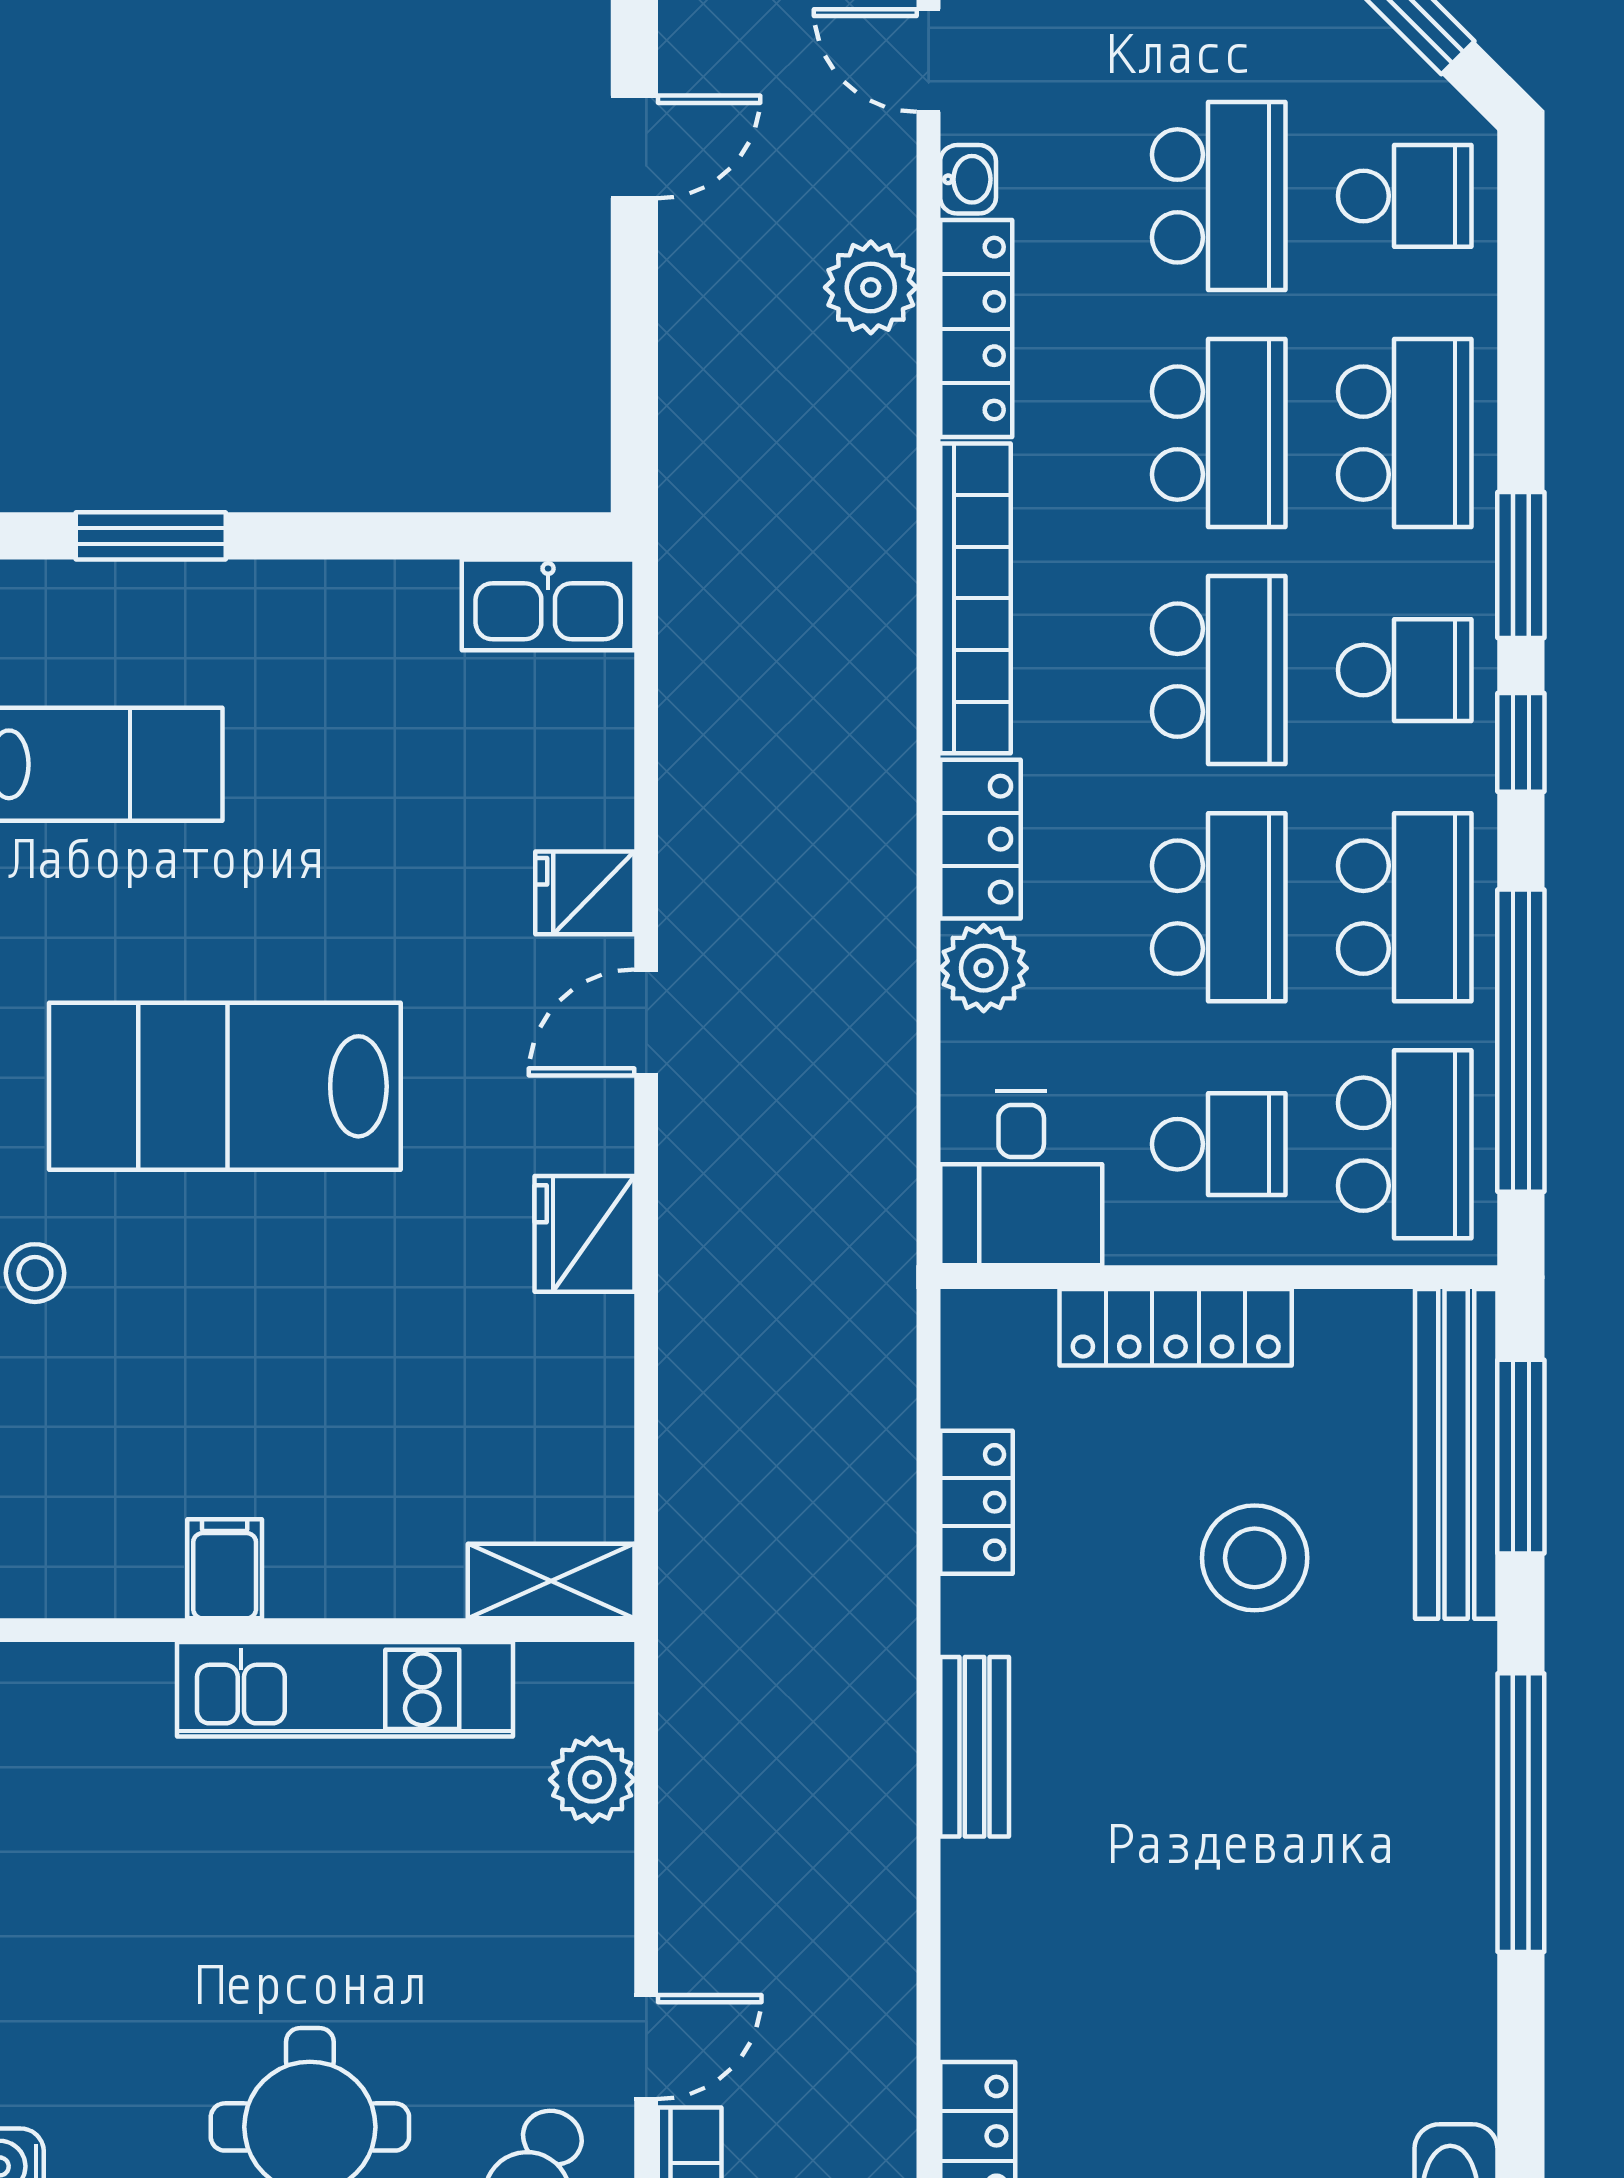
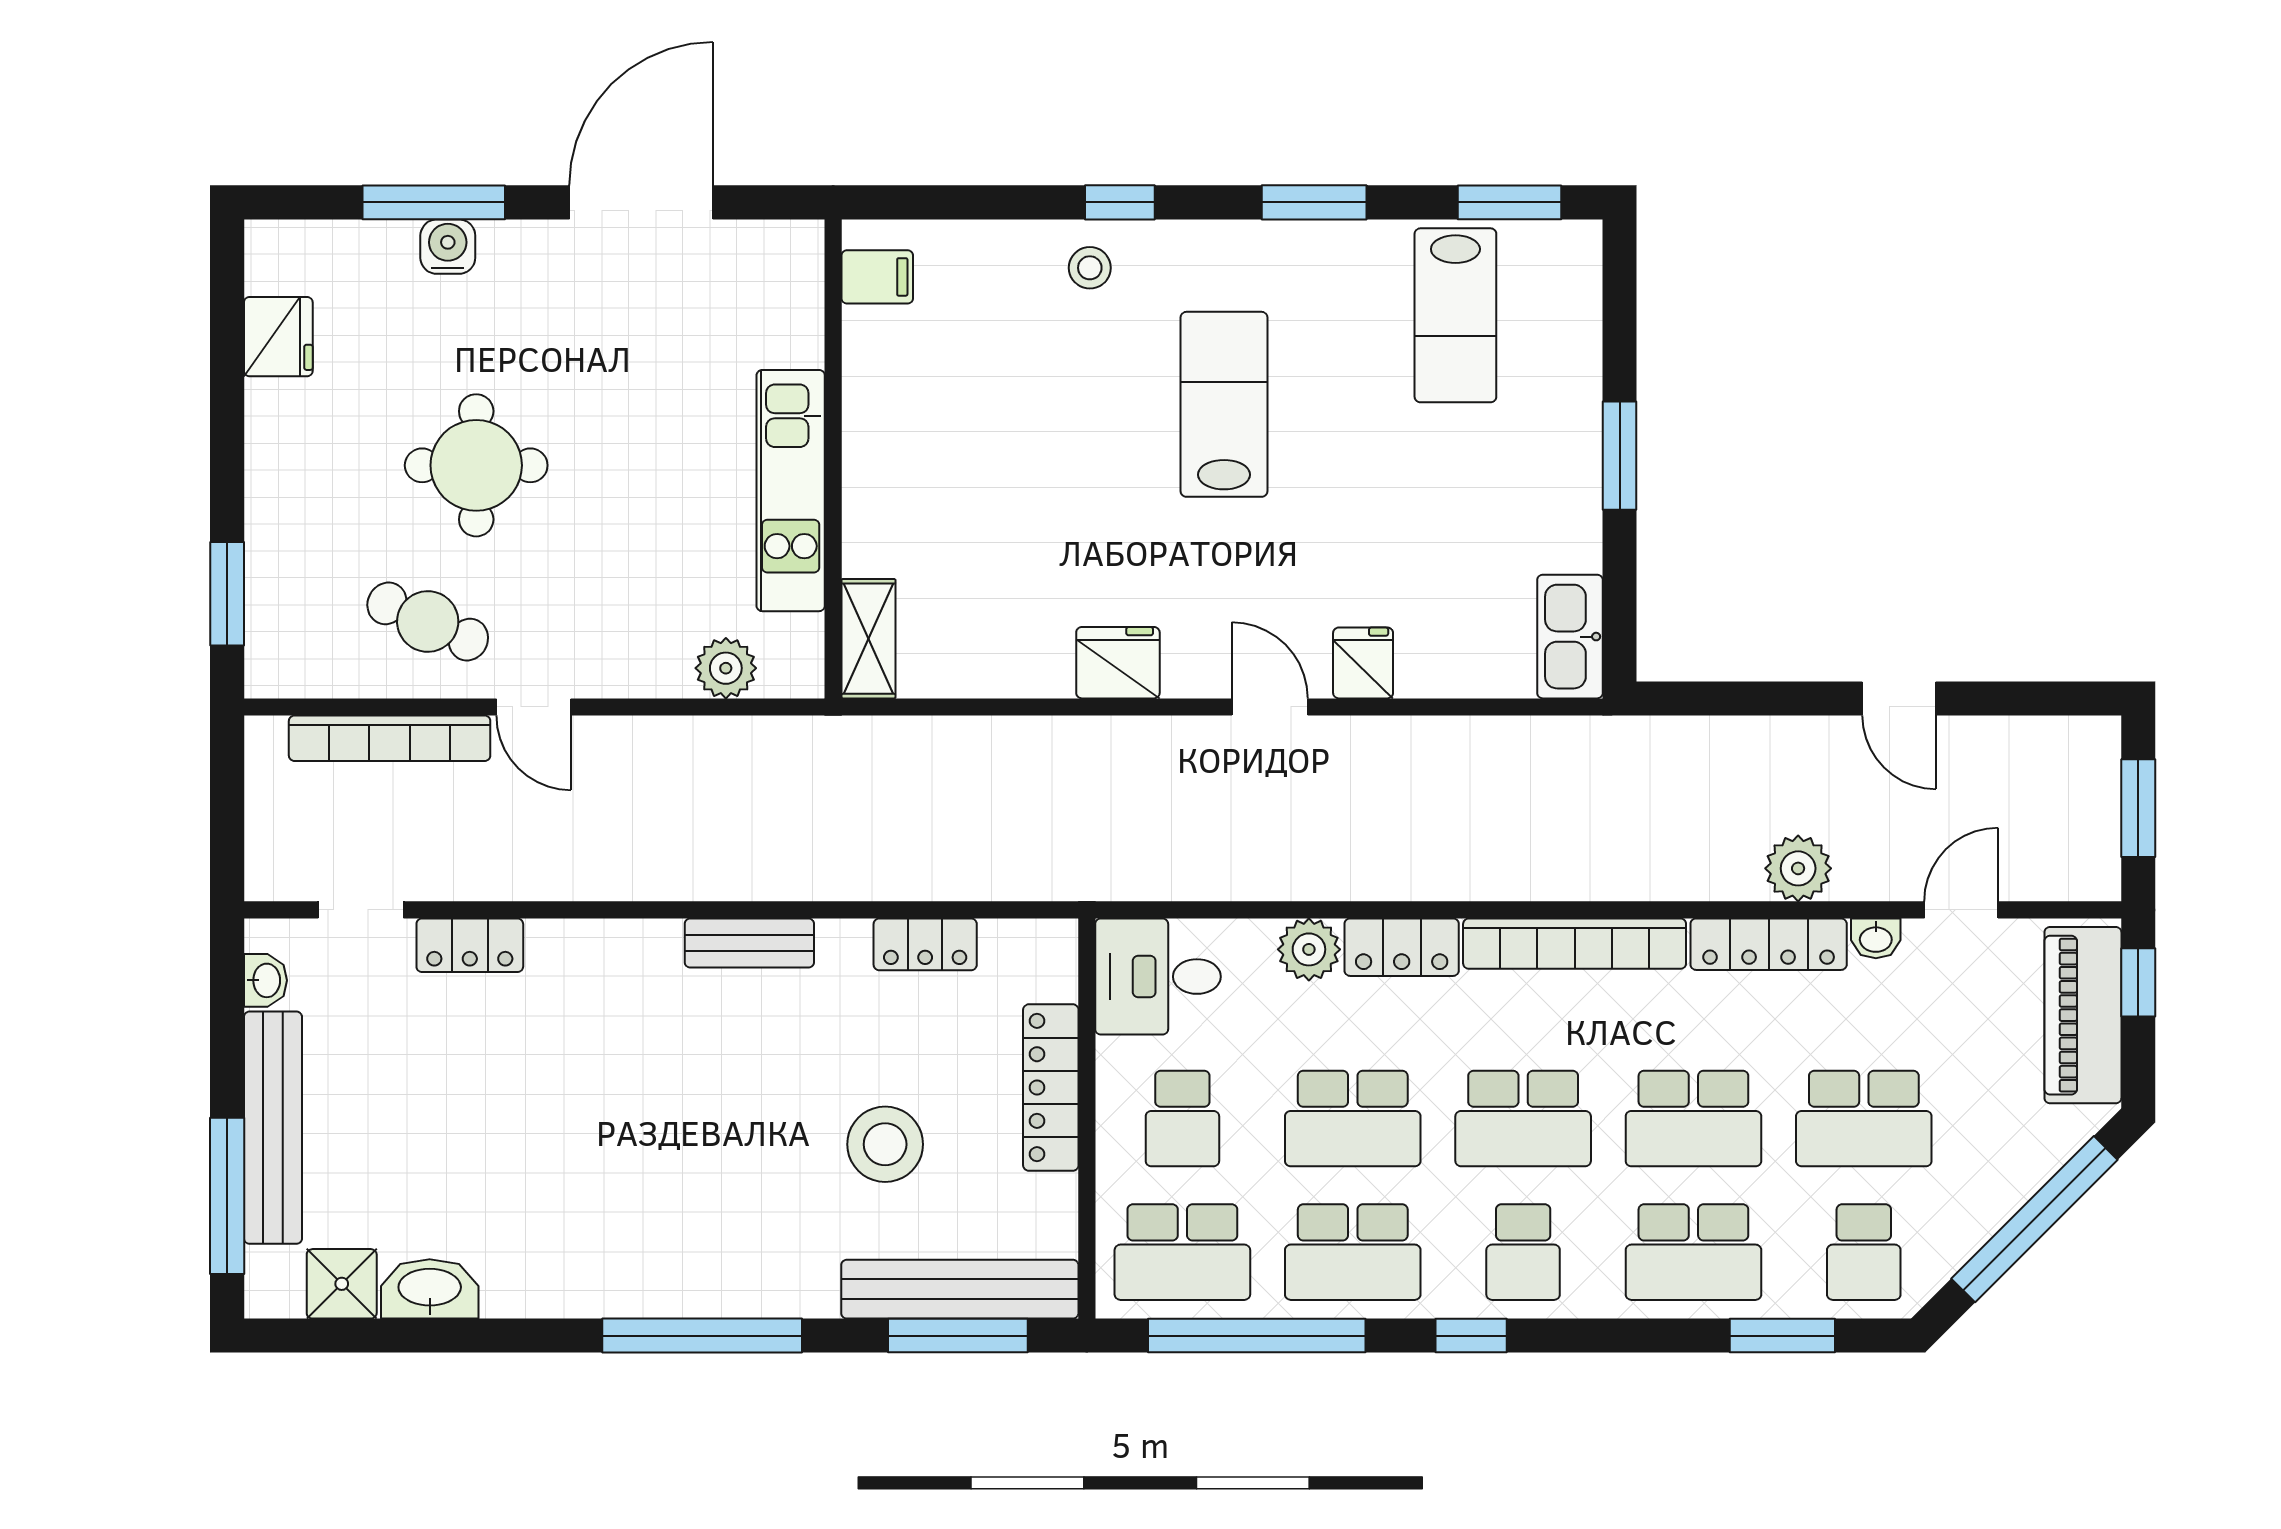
window: (151, 536) -> (1620, 456), moved
window: (1521, 565) -> (1782, 1336), moved
lab bench: (225, 1086) -> (1224, 404), width x0.73, depth x0.72
filing cabinet: (225, 1569) -> (877, 277), moved

